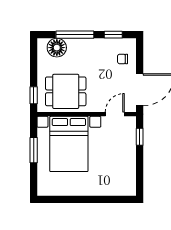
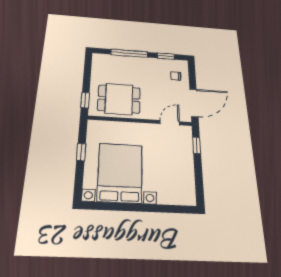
floor lamp: (57, 48) -> (111, 62), removed
bed with nightstands: (69, 144) -> (120, 173), moved, turned 180
window: (34, 150) -> (81, 152), width x0.67

